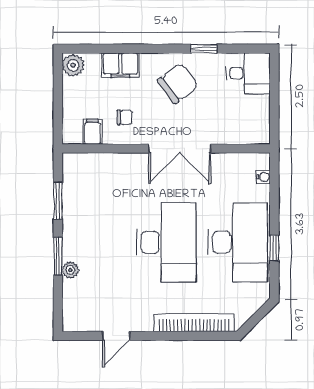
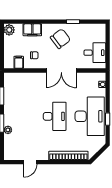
desk: (248, 73) -> (95, 53), moved
desk: (166, 242) -> (55, 116), width x0.73, depth x0.77

